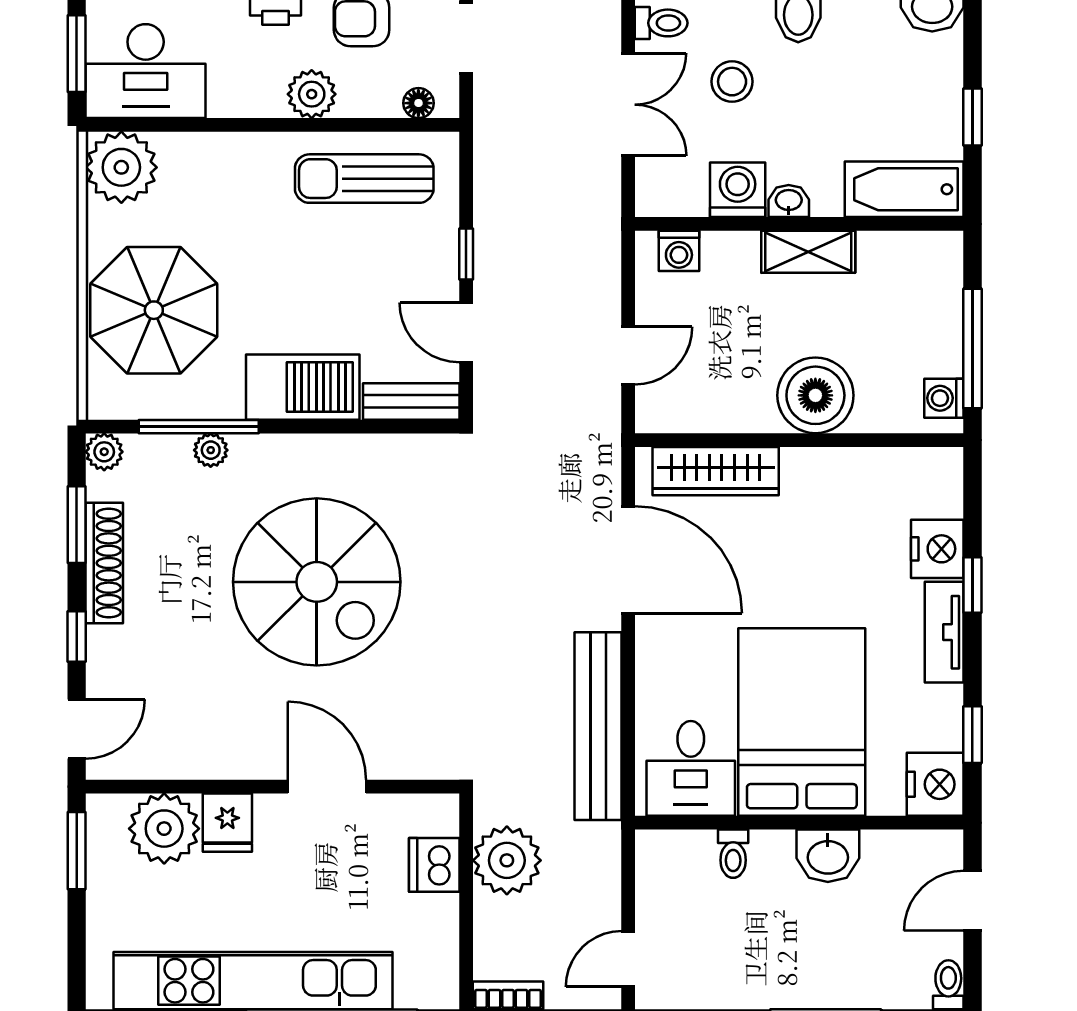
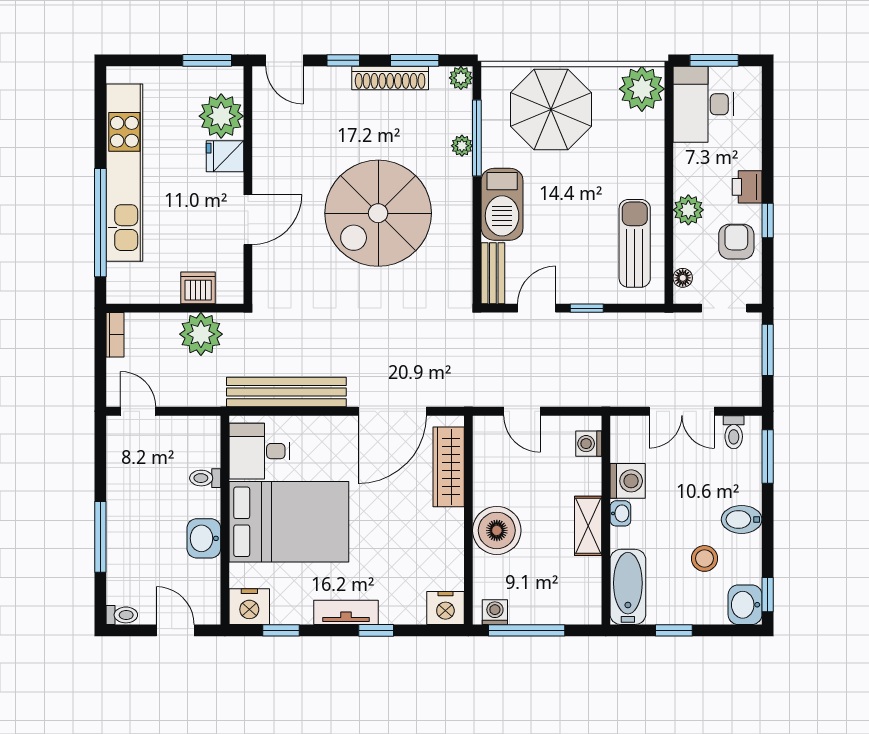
stool: (732, 82) -> (705, 558), moved
nightstand: (937, 549) -> (445, 608), moved

